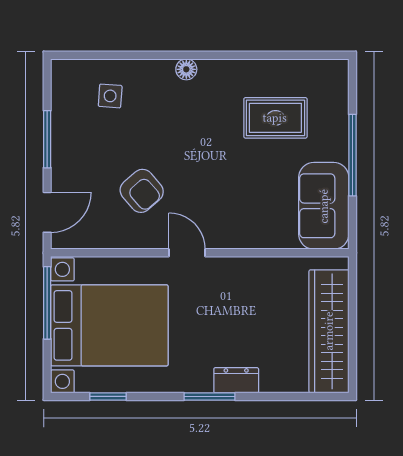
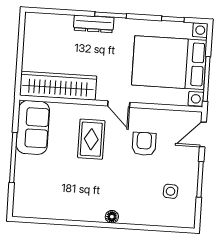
side table: (110, 96) -> (171, 191), moved
rug: (275, 118) -> (91, 139), moved, turned 90
armchair: (142, 191) -> (144, 144), turned 41
wardrobe: (329, 331) -> (58, 86), moved, turned -90
dresser: (236, 380) -> (94, 24), width x1.44

